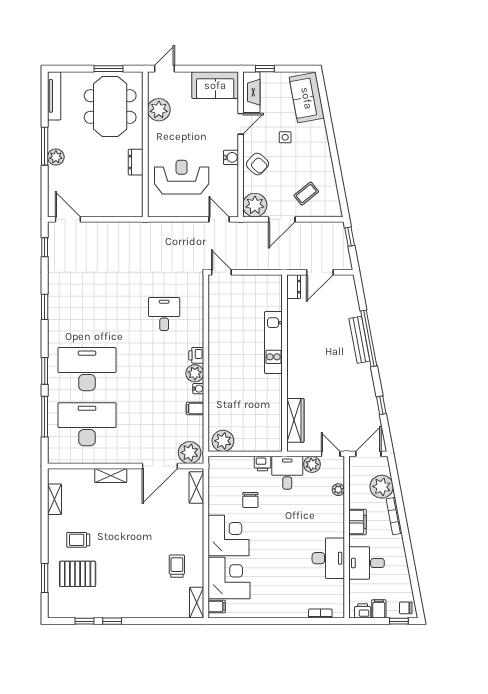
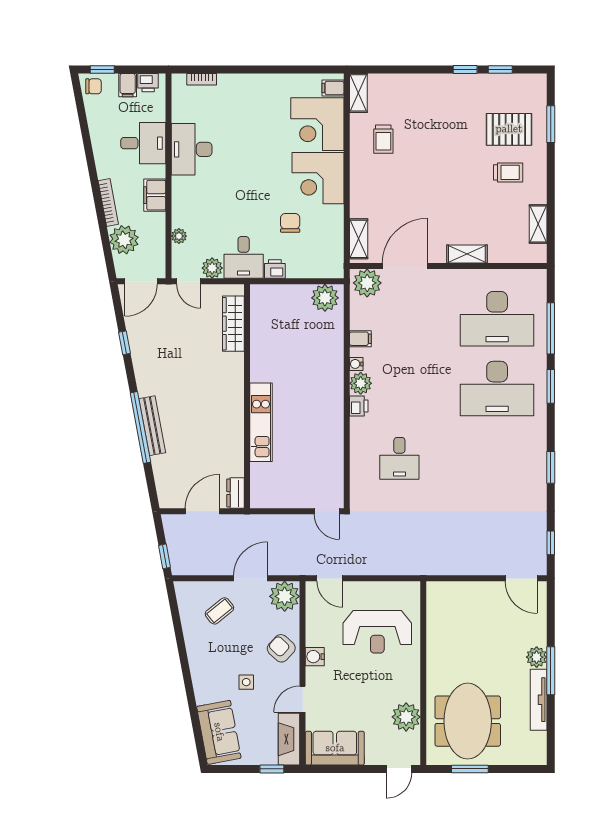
tv unit: (54, 96) -> (539, 700), moved
dresser: (136, 162) -> (435, 651), removed

